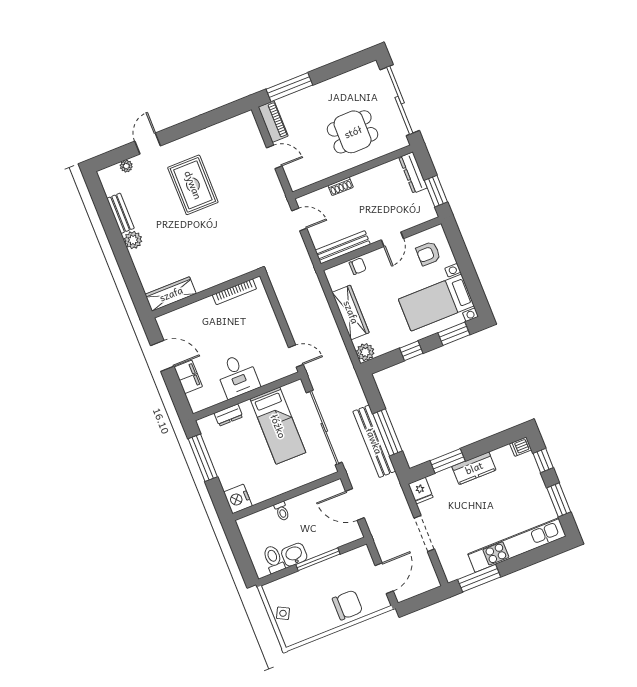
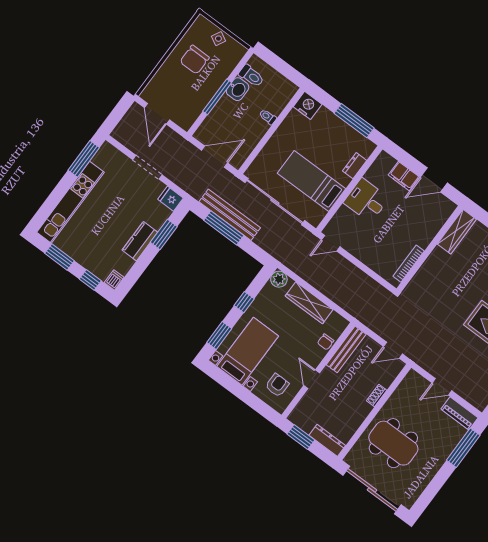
dining table: (353, 132) -> (393, 443), width x1.38
chair: (347, 605) -> (195, 60), moved

